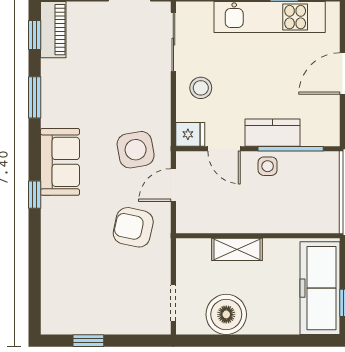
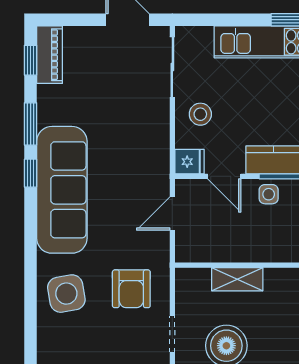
side table: (136, 150) -> (66, 294), moved
sofa: (60, 162) -> (62, 190), width x1.85, depth x1.27
window: (35, 195) -> (31, 173), moved
armchair: (133, 227) -> (131, 289), moved, turned -102

